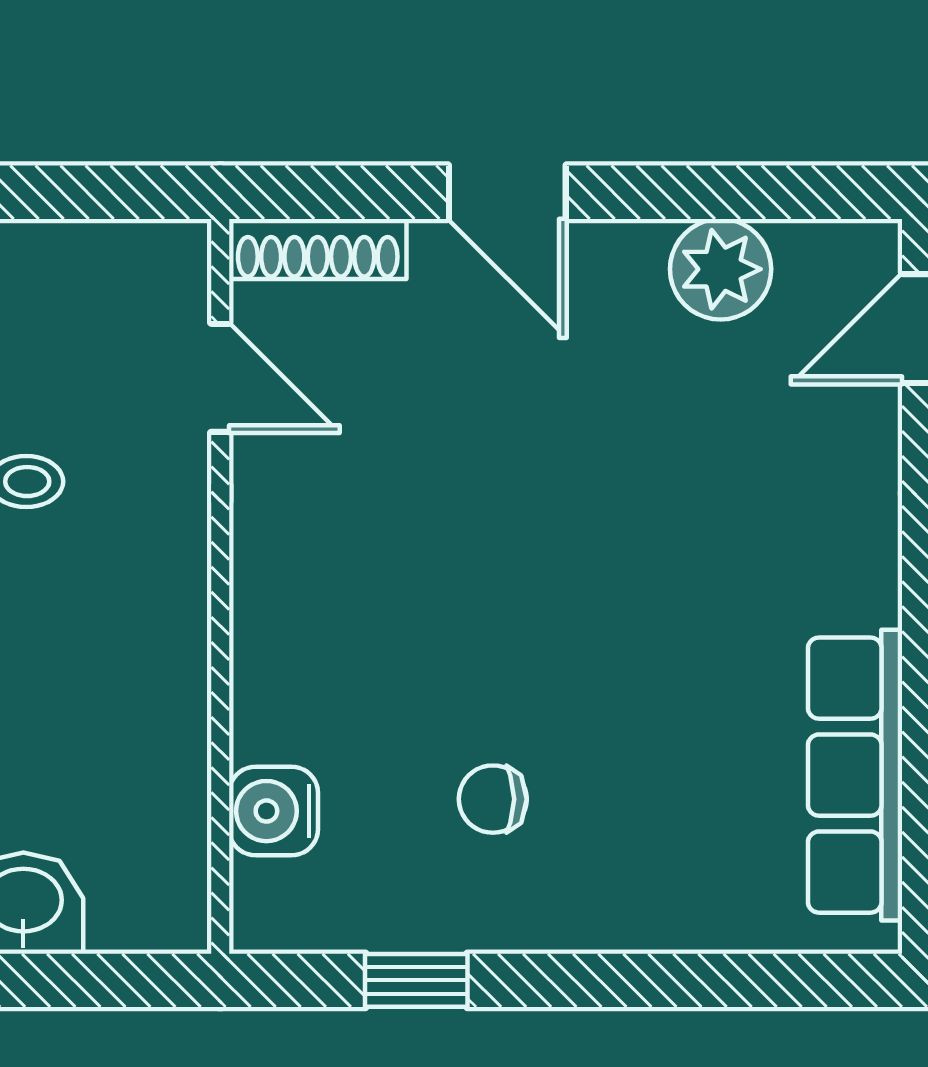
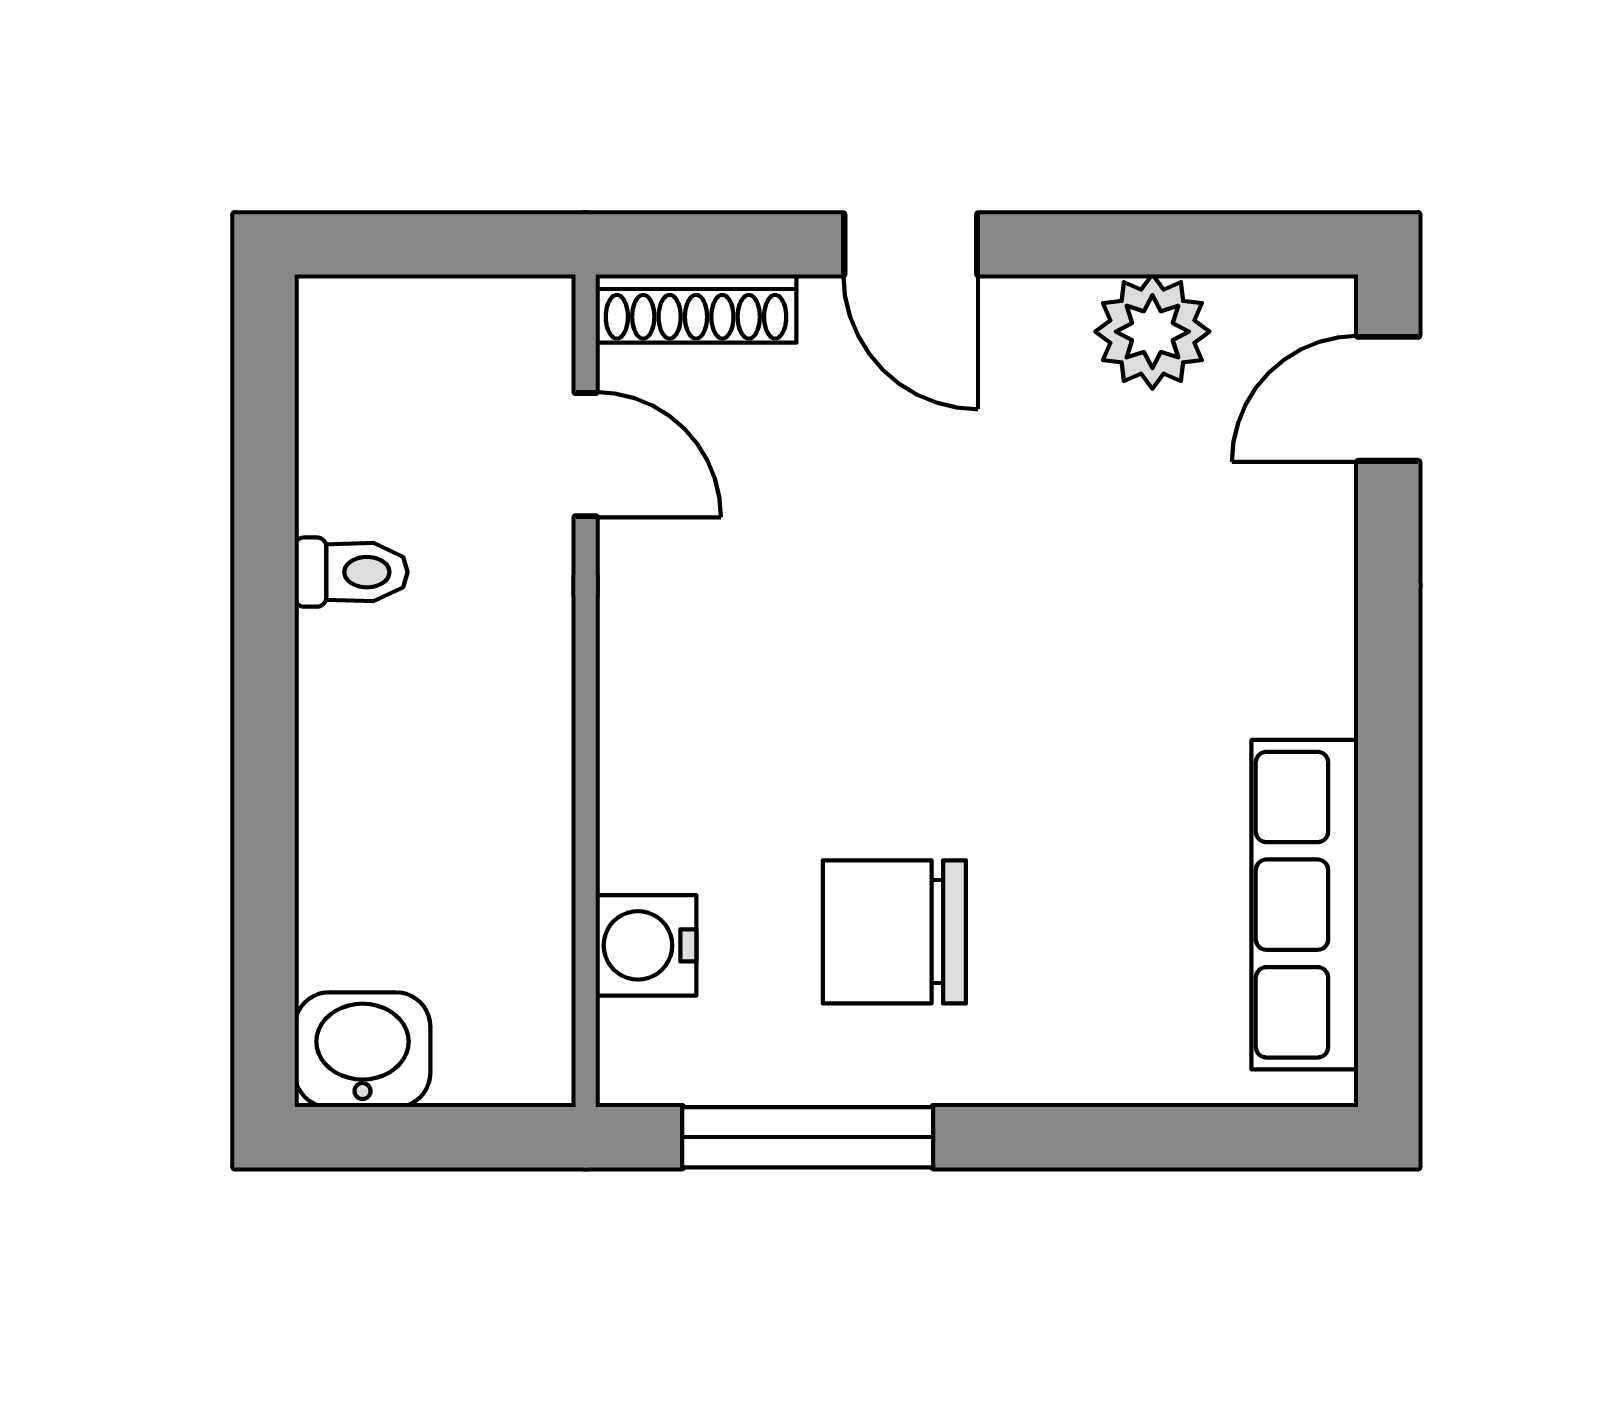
chair: (493, 799) -> (894, 932), width x1.87, depth x1.87
window: (416, 980) -> (808, 1137), width x2.17

